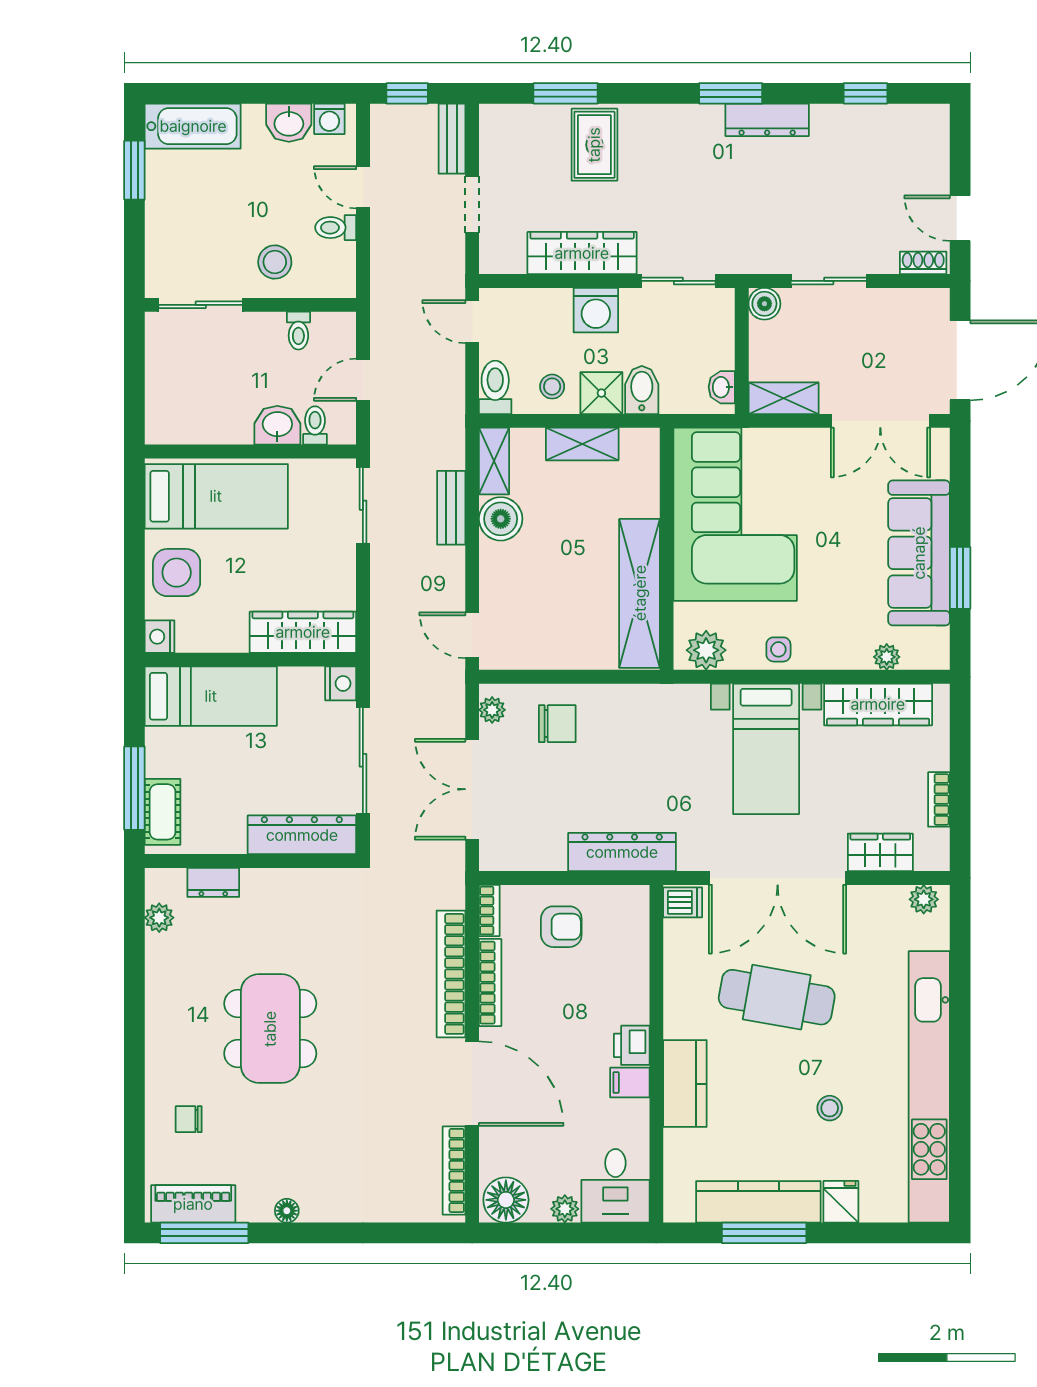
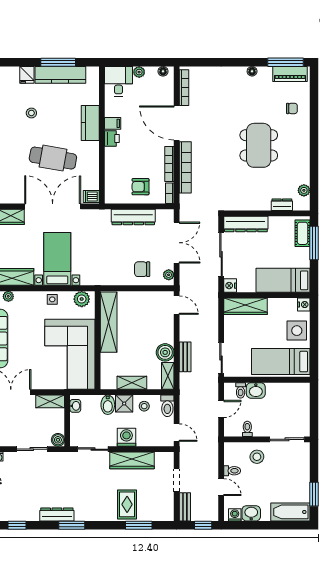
dresser: (622, 852) -> (133, 217), moved
floor lamp: (506, 1200) -> (163, 71), width x0.53, depth x0.53

